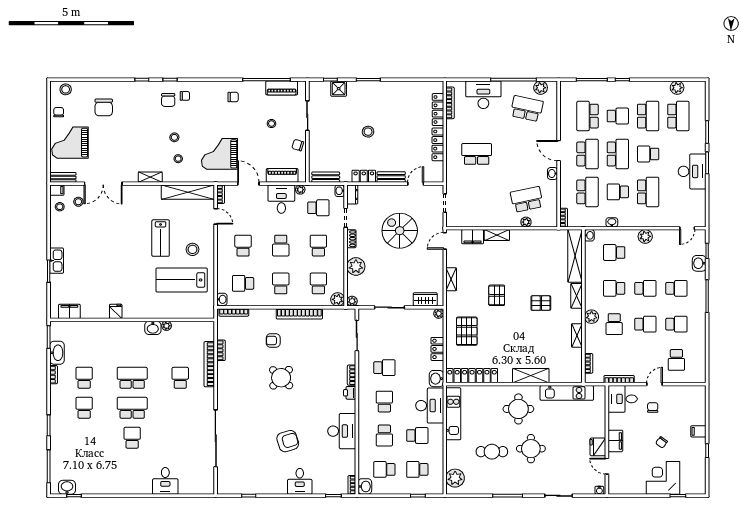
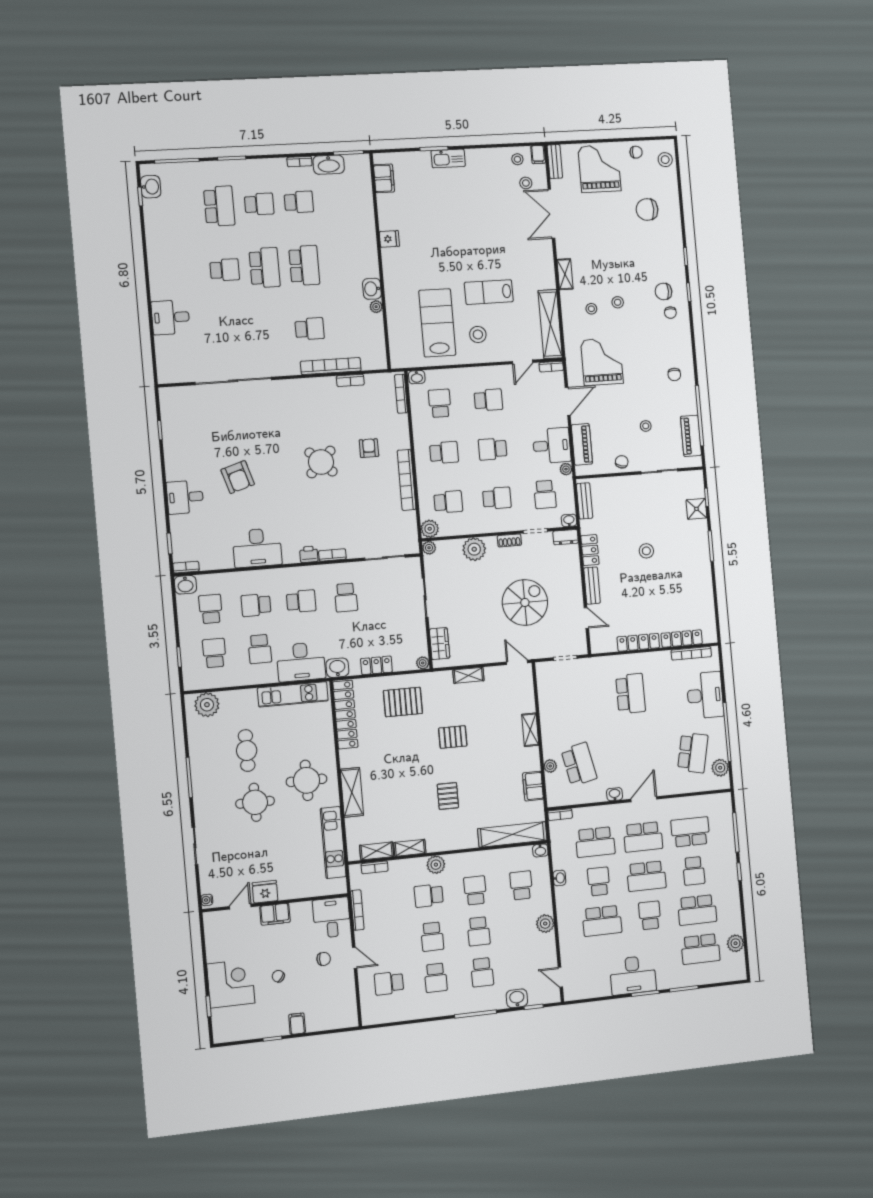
filing cabinet: (473, 237) -> (533, 786), moved
shelving: (577, 296) -> (377, 851), moved
school desk: (84, 438) -> (219, 206), added

